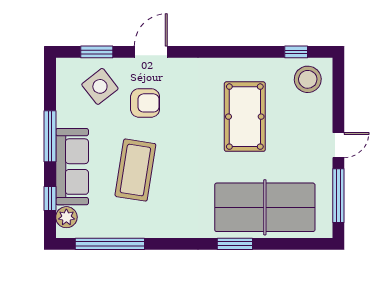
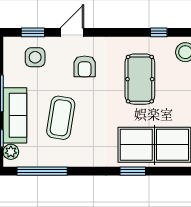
window: (296, 52) -> (159, 32), moved
side table: (100, 86) -> (35, 57), turned 38
armchair: (145, 103) -> (85, 66), moved, turned 90

